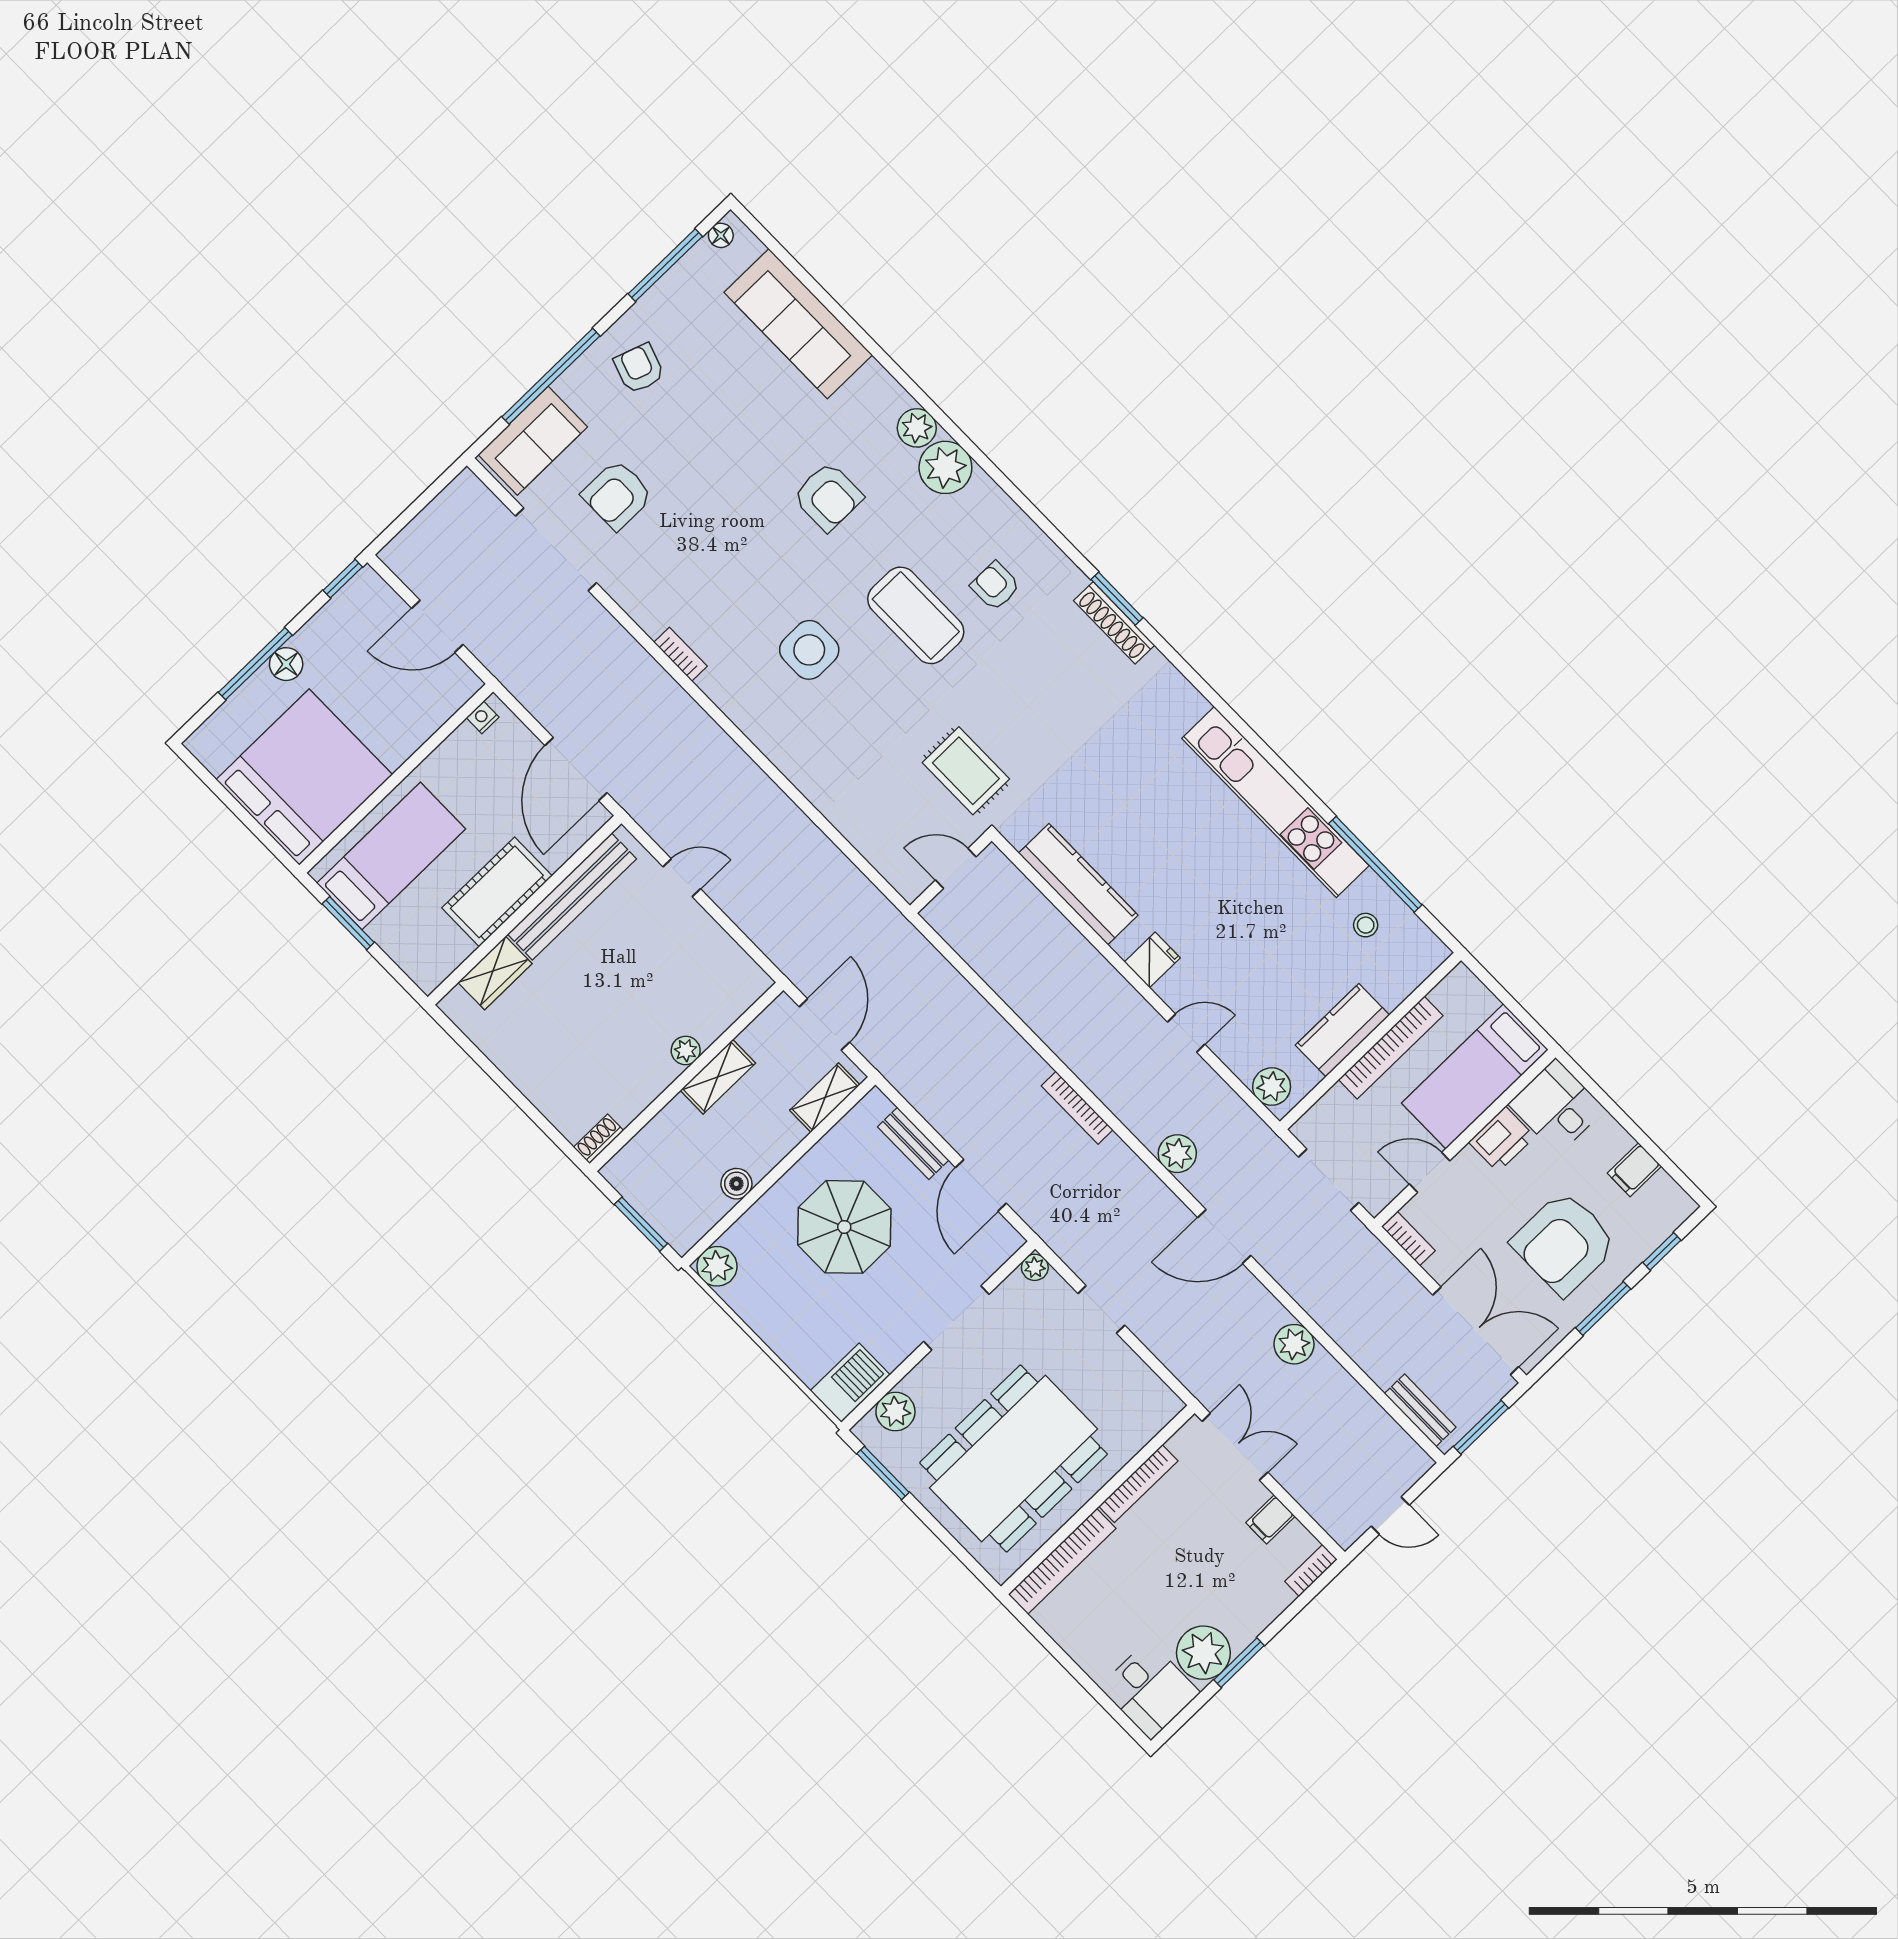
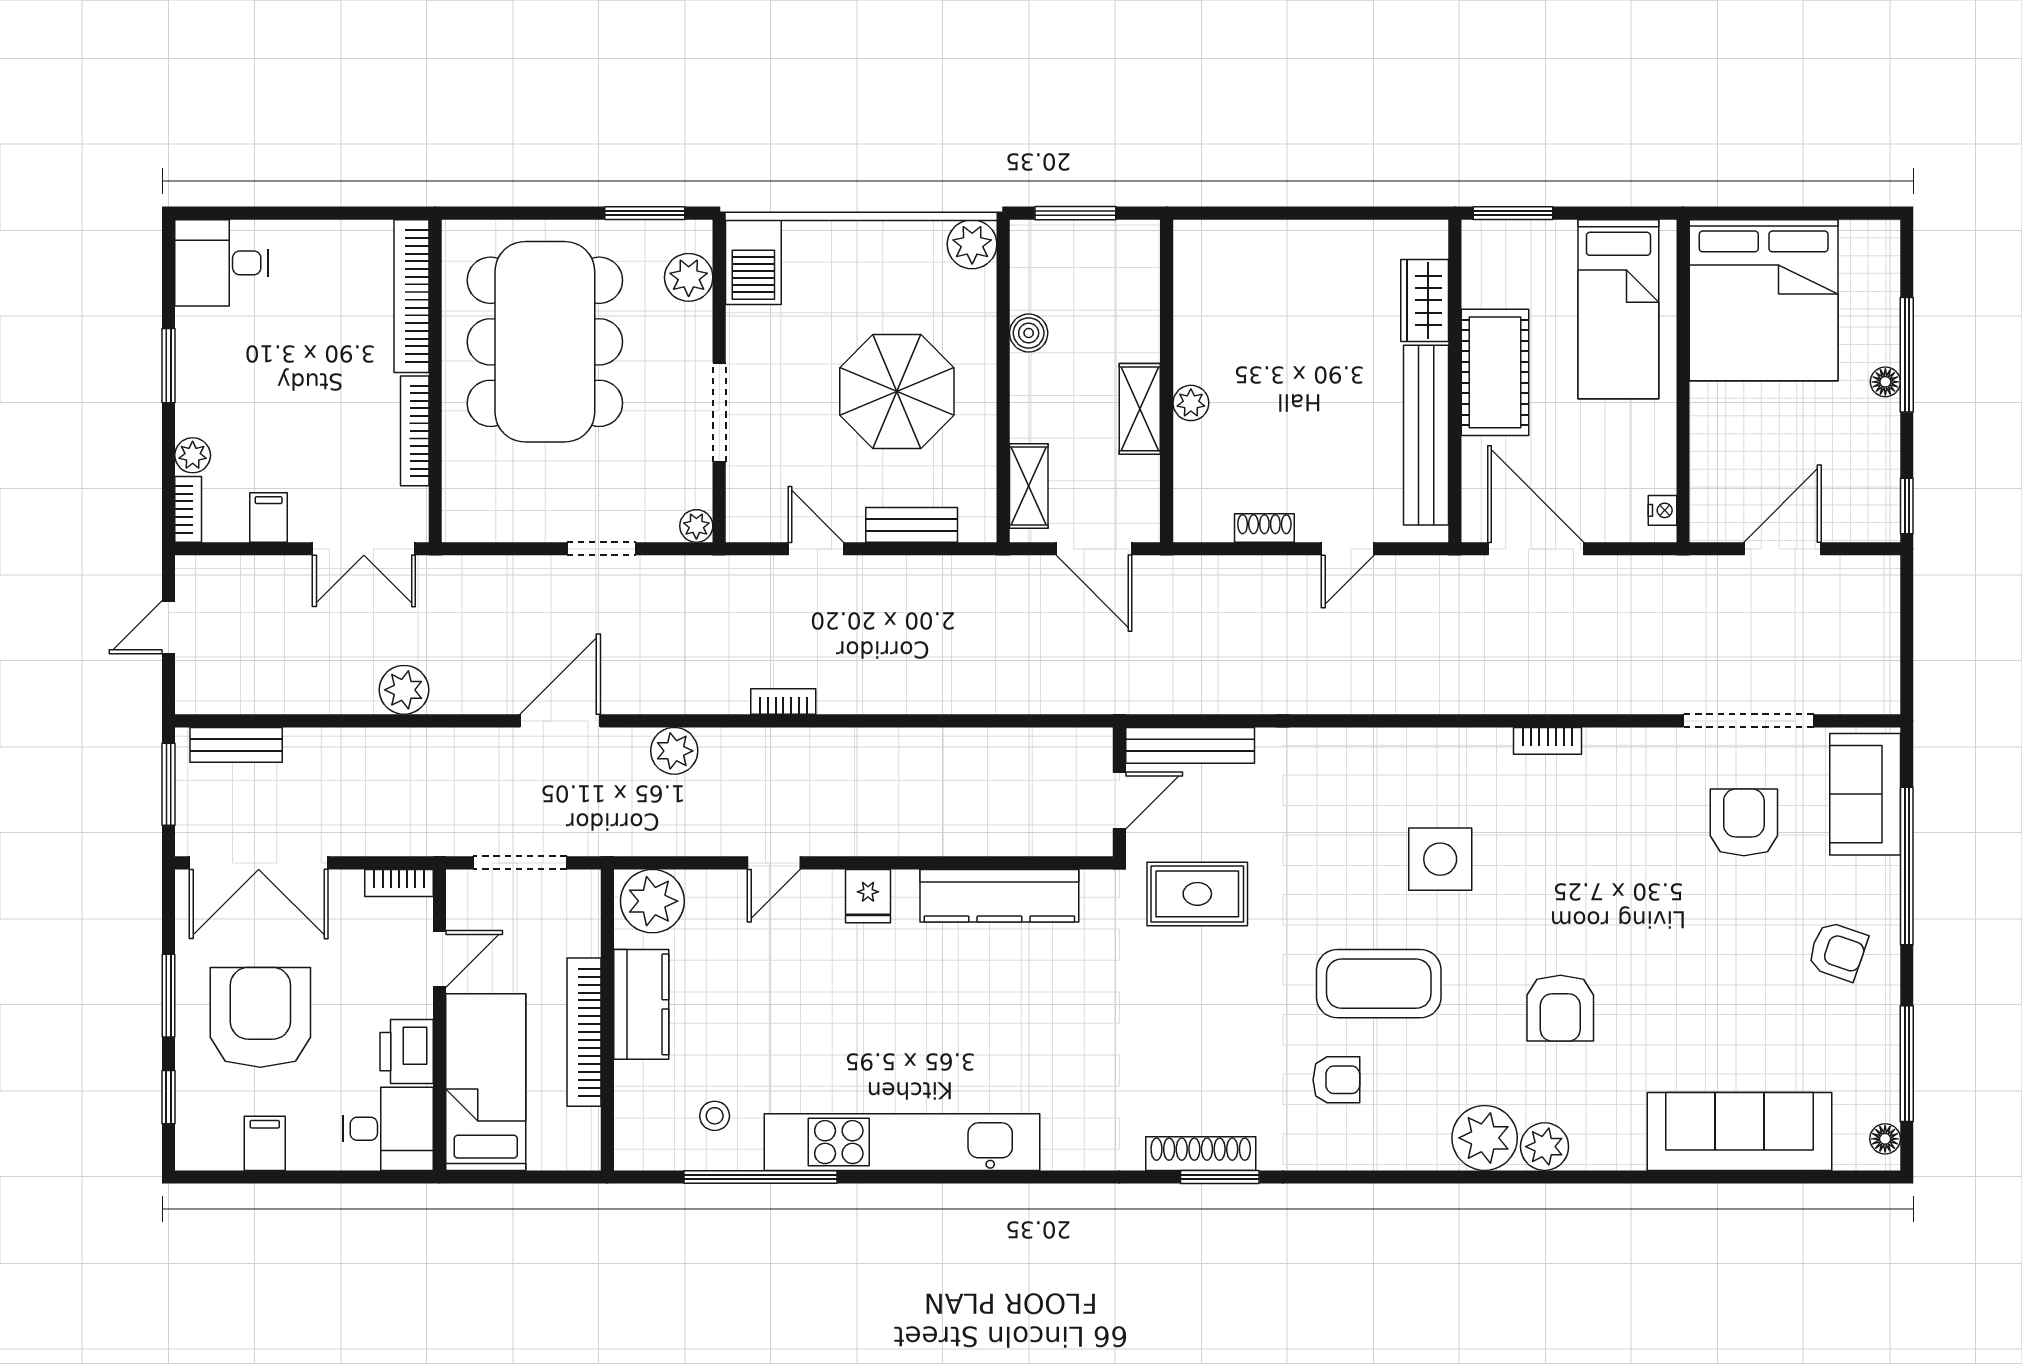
armchair: (828, 497) -> (1560, 1008), turned -90
floor lamp: (286, 664) -> (1885, 382), width x0.73, depth x0.73
bench: (884, 859) -> (1190, 745), added
window: (348, 923) -> (1513, 213), moved
plant: (1272, 1087) -> (652, 901), width x1.36, depth x1.36
bookcase: (1077, 1108) -> (783, 701), width x0.64
shoe rack: (599, 1139) -> (1264, 528), moved, turned -90
door: (981, 1185) -> (816, 549), width x0.73
plant: (1203, 1653) -> (193, 455), moved, width x0.53, depth x0.53

